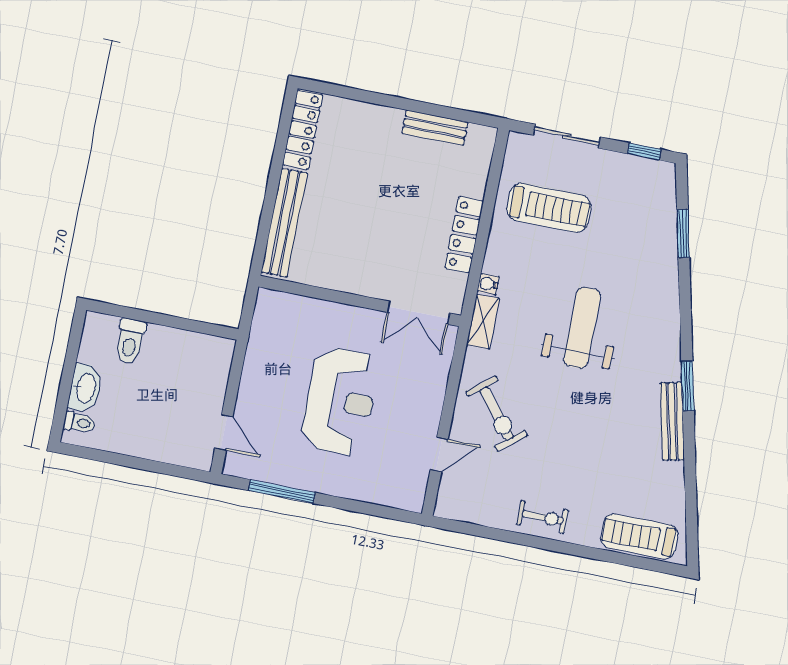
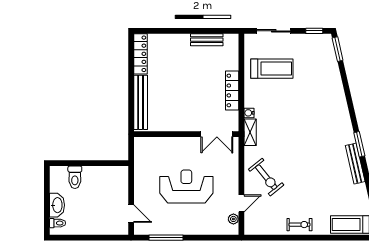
window: (683, 233) -> (338, 49), moved
weight bench: (582, 328) -> (301, 125), removed
reception desk: (340, 401) -> (186, 186), turned -90
plant: (418, 481) -> (233, 219), added

